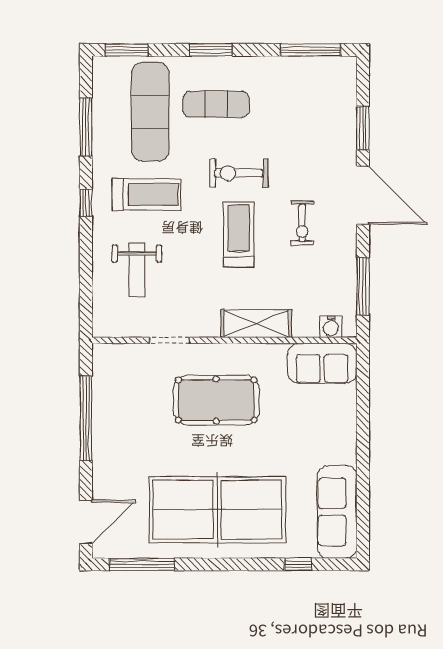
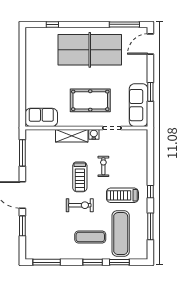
window: (127, 50) -> (119, 262), moved
exercise bike: (302, 223) -> (103, 166), moved
weight bench: (137, 270) -> (127, 161), removed
water cooler: (331, 327) -> (94, 134), moved
window: (86, 418) -> (150, 92), width x0.47
sofa: (337, 512) -> (138, 105), moved, turned 180

